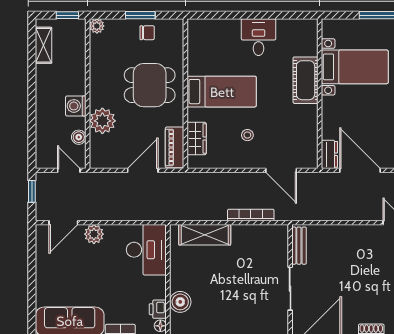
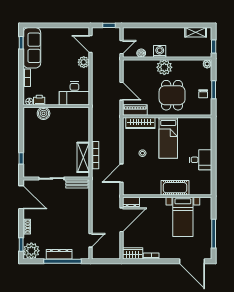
plant: (102, 121) -> (164, 67), moved
wardrobe: (197, 139) -> (140, 123), width x1.50
shelving: (205, 235) -> (83, 157), moved

